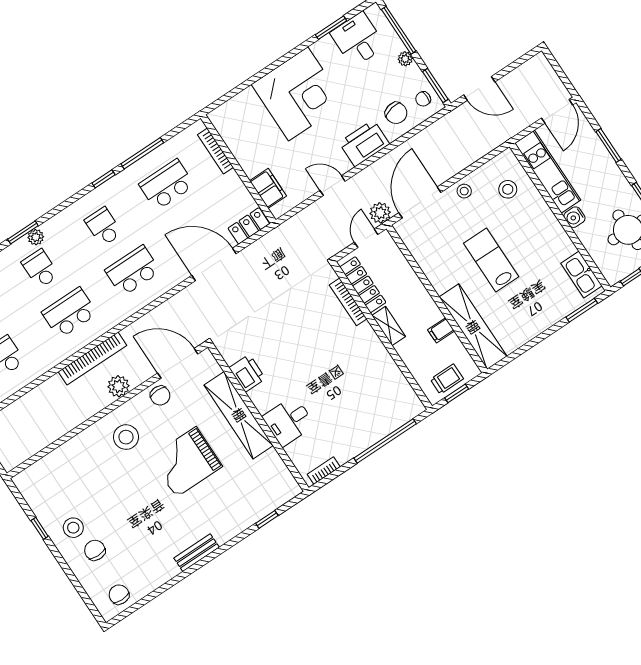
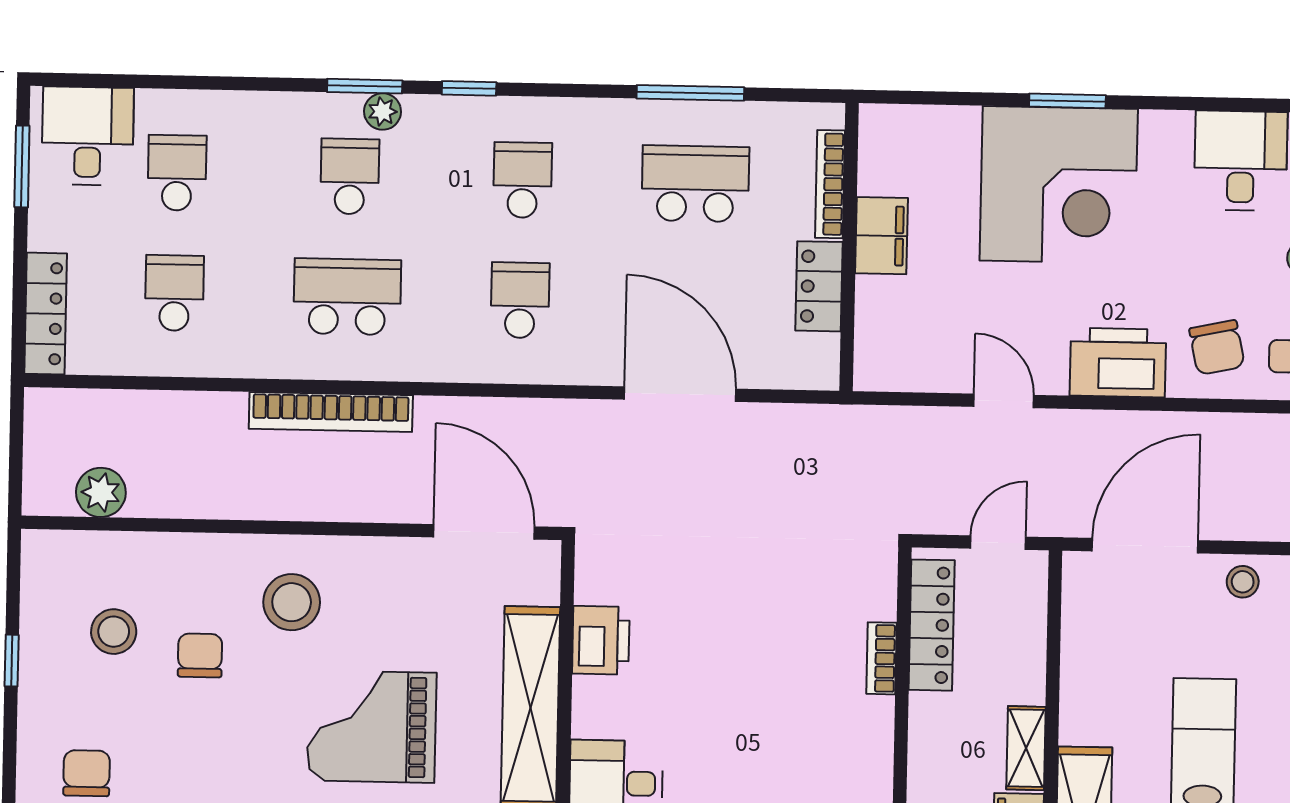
window: (331, 28) -> (1067, 101), moved
window: (104, 179) -> (469, 88), moved
filing cabinet: (268, 188) -> (882, 236), moved
plant: (380, 213) -> (1057, 513), removed
locker: (249, 226) -> (819, 286), moved, turned -90
school desk: (133, 271) -> (520, 300), width x0.54
bookcase: (348, 302) -> (882, 658), width x0.64
shelving: (389, 326) -> (1026, 748), moved
plant: (118, 386) -> (101, 492), moved
chair: (160, 396) -> (200, 655), moved, turned 180
stool: (73, 528) -> (114, 632), moved

